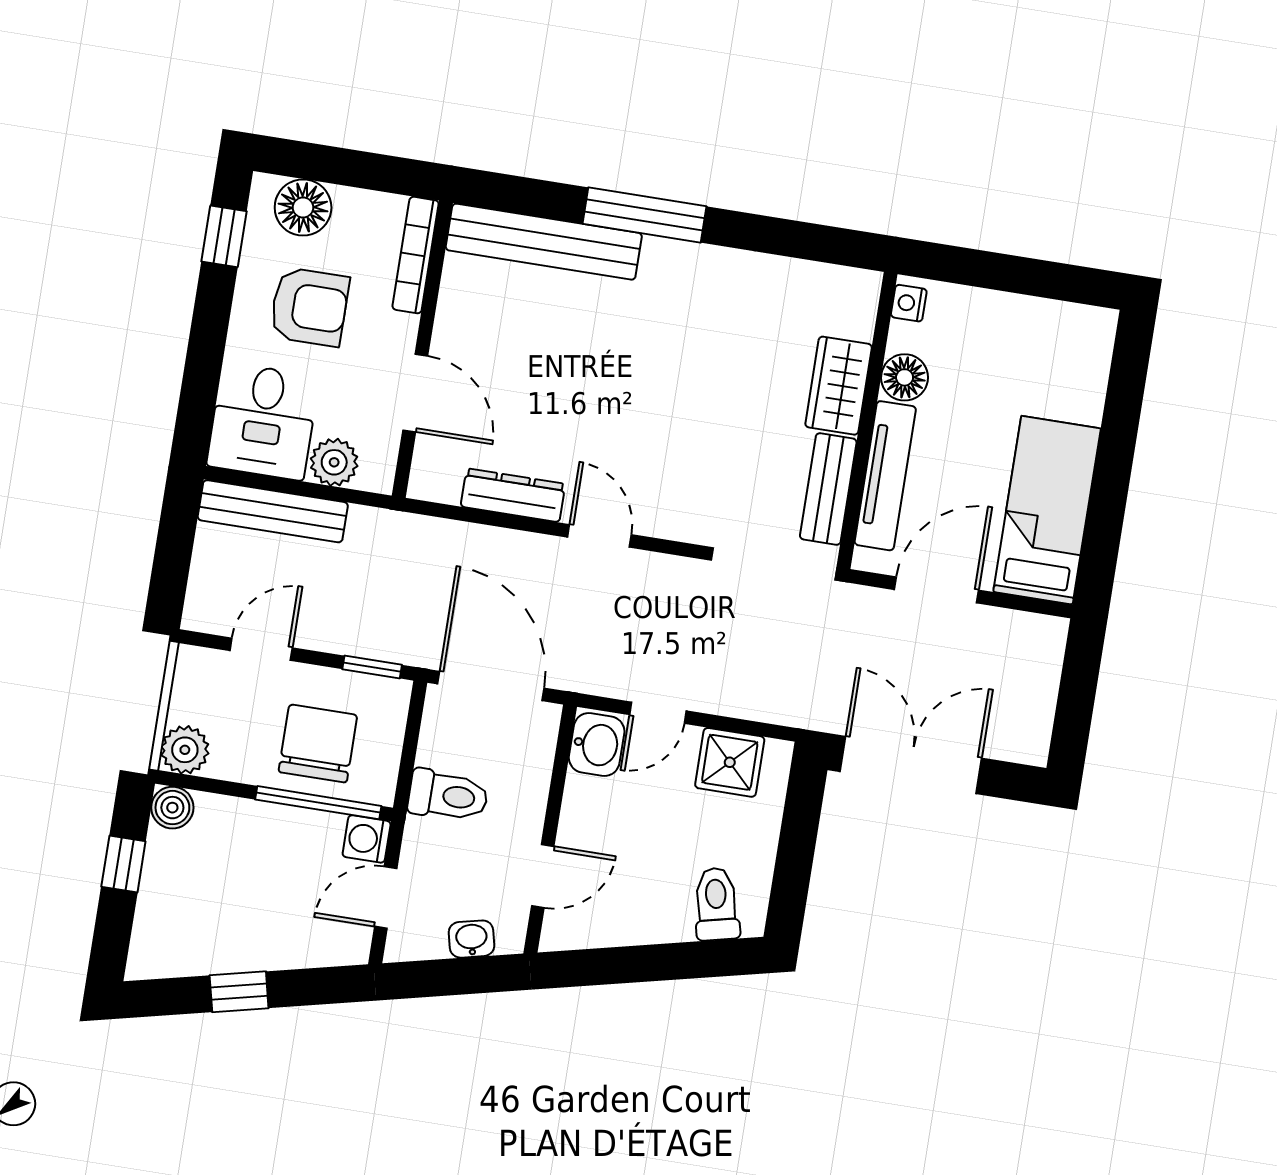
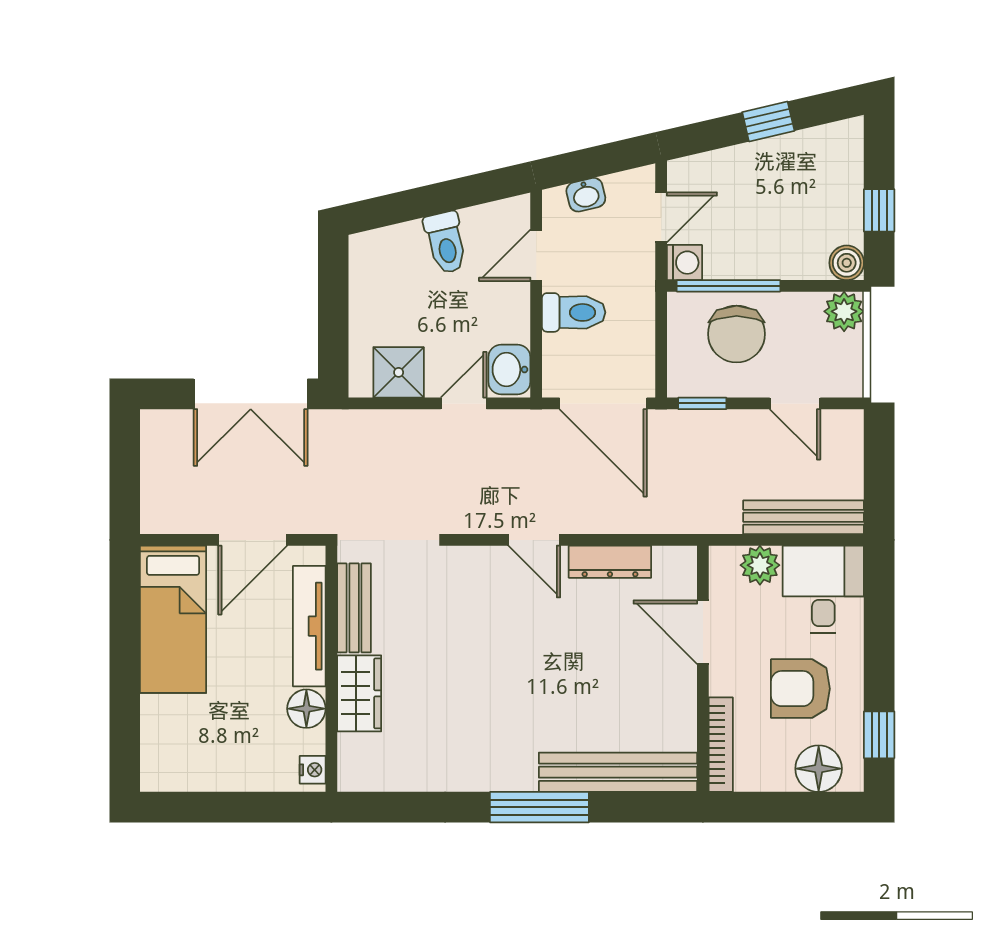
door: (261, 649) -> (795, 403), hinge flipped
toilet: (448, 796) -> (574, 312), moved, turned 180
toilet: (716, 904) -> (446, 243), moved

